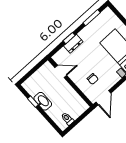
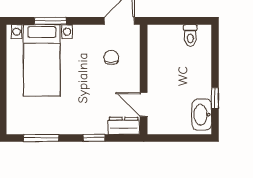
dresser: (73, 44) -> (124, 126), moved
washbasin: (43, 101) -> (202, 115), moved

